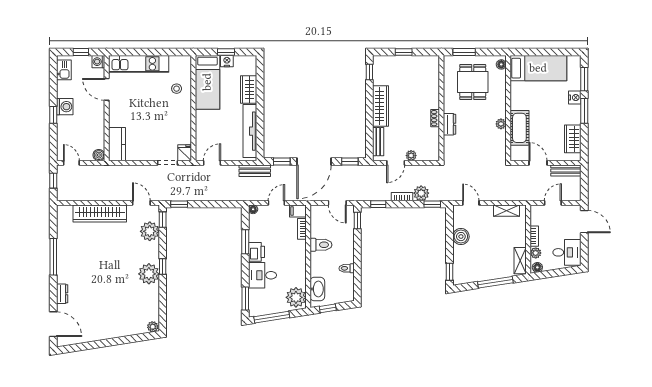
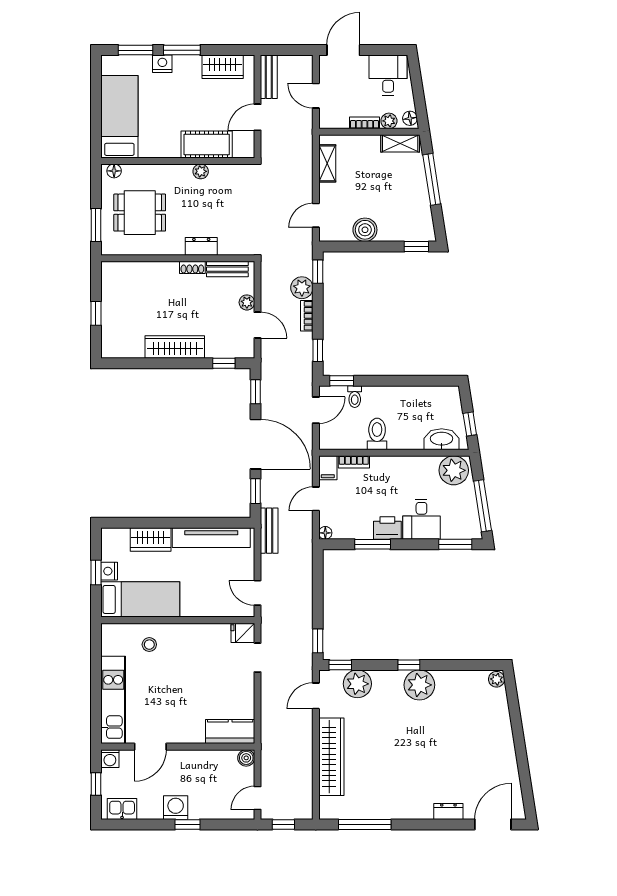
window: (369, 72) -> (224, 363), moved
bench: (378, 142) -> (227, 269), moved
door: (276, 203) -> (316, 499), hinge flipped
window: (53, 257) -> (365, 824), moved
toilet: (347, 268) -> (355, 397), moved

